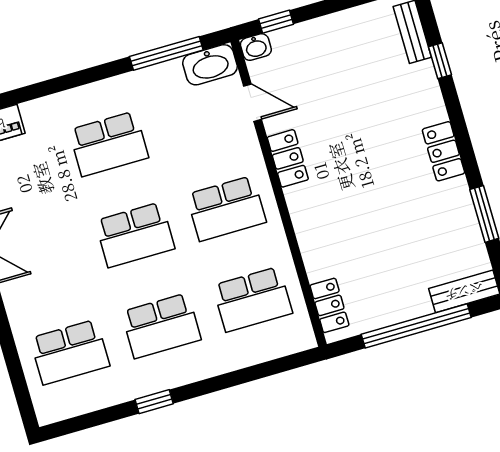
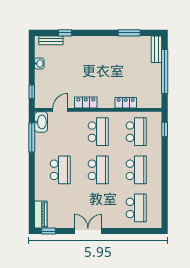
washbasin: (256, 47) -> (39, 64), moved
locker: (443, 151) -> (100, 42), removed
locker: (329, 305) -> (126, 103), moved
window: (154, 402) -> (165, 129), moved

